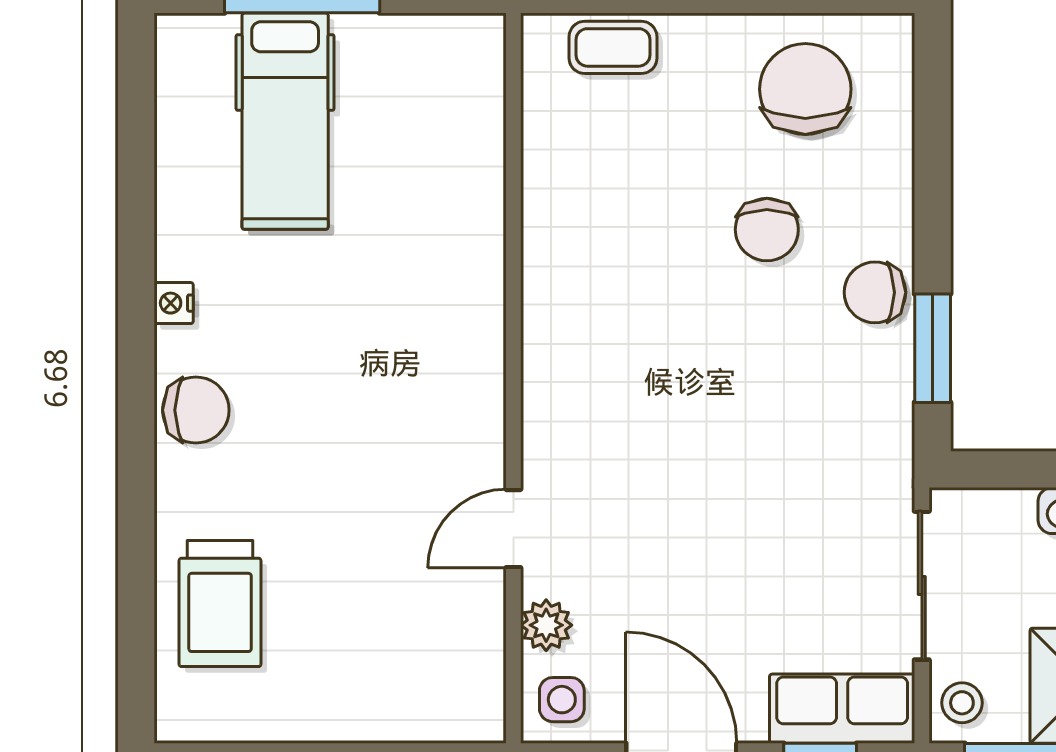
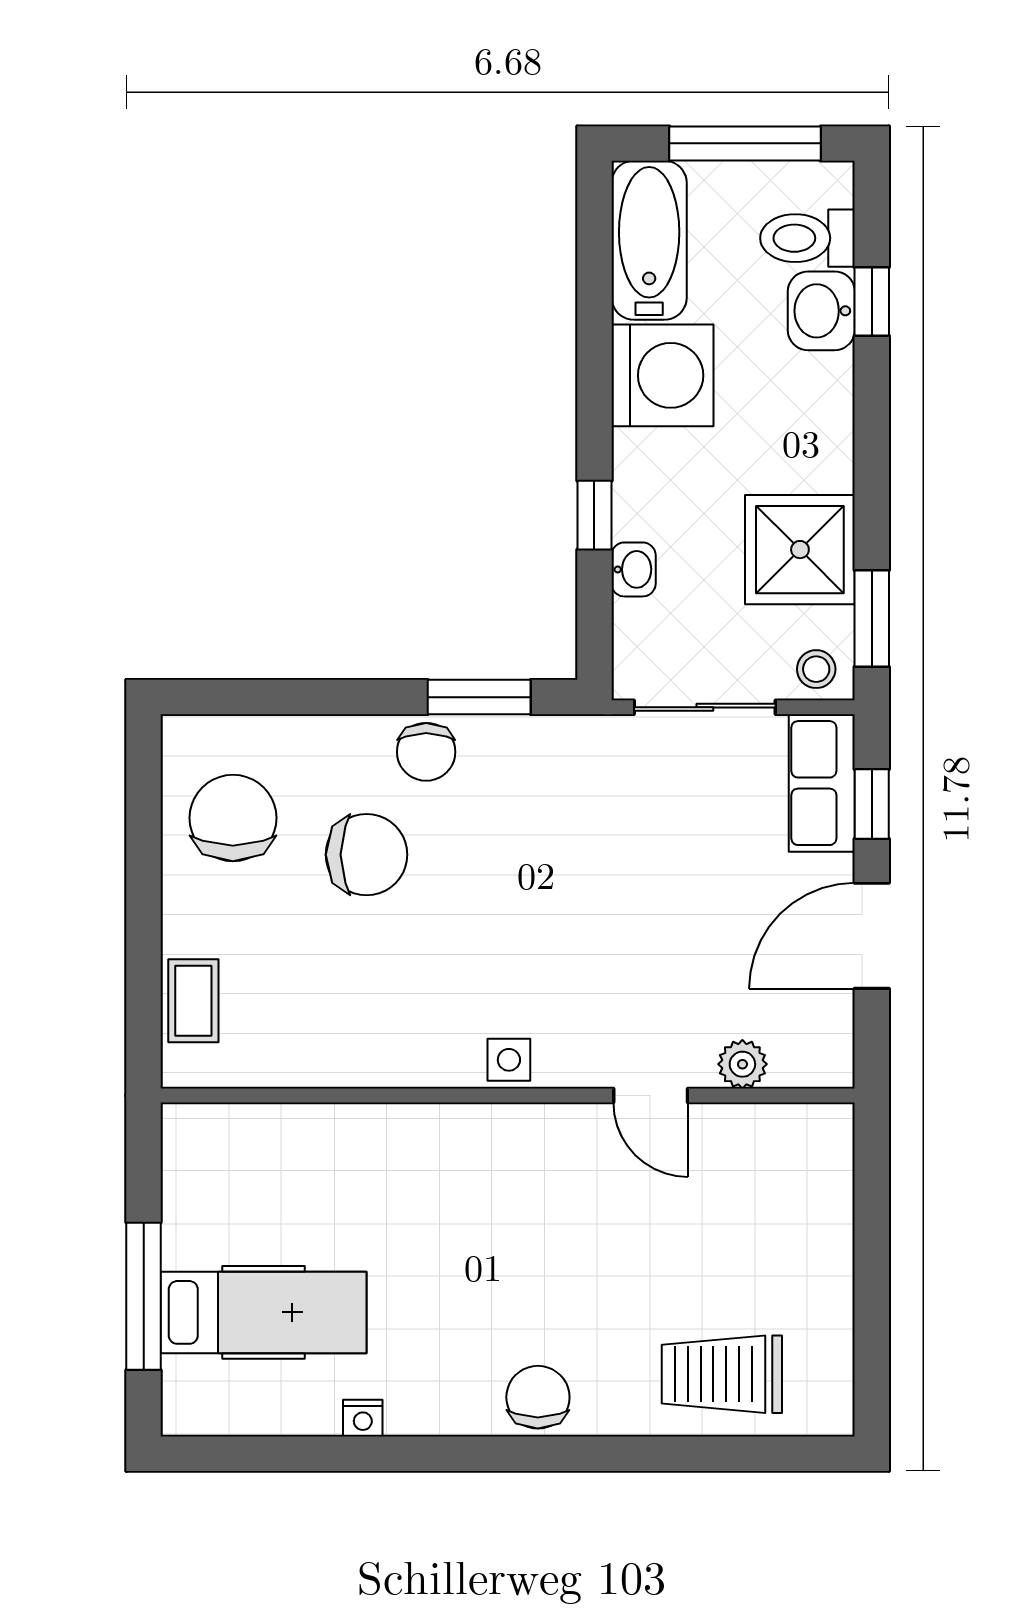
chair: (805, 89) -> (233, 818), turned 90
chair: (767, 230) -> (367, 855), width x1.37, depth x1.37
nightstand: (174, 303) -> (363, 1418), moved
trolley: (220, 604) -> (722, 1374), turned 180
side table: (562, 700) -> (509, 1060), moved

